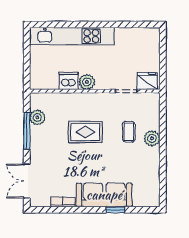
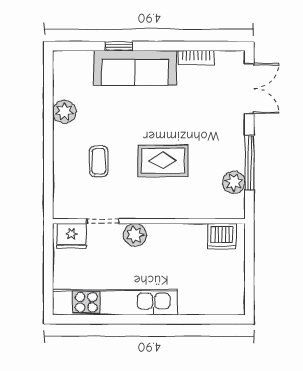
kitchen unit: (72, 36) -> (115, 302), moved
dishwasher: (69, 81) -> (222, 236), moved
plant: (87, 82) -> (135, 235), moved
plant: (152, 138) -> (64, 112), moved

